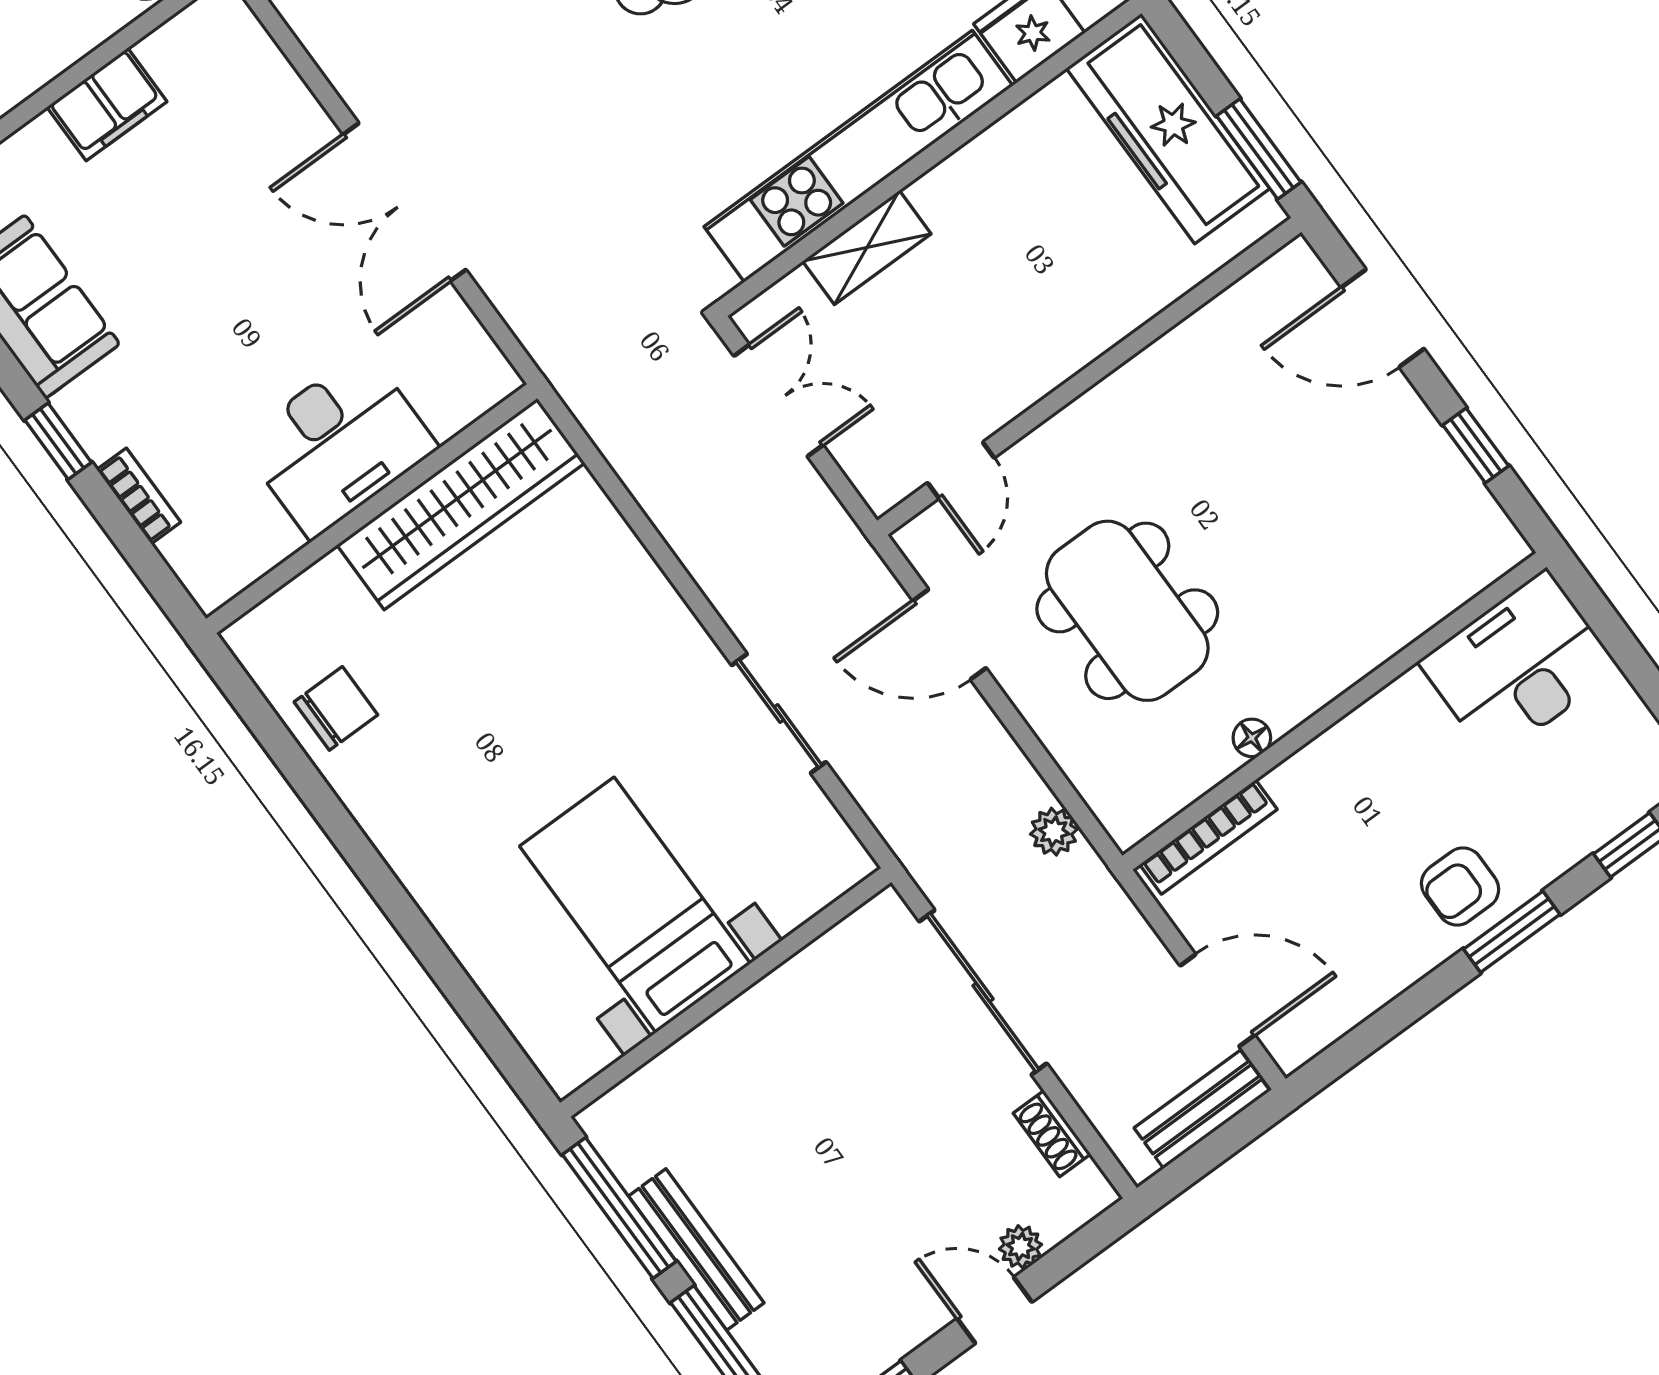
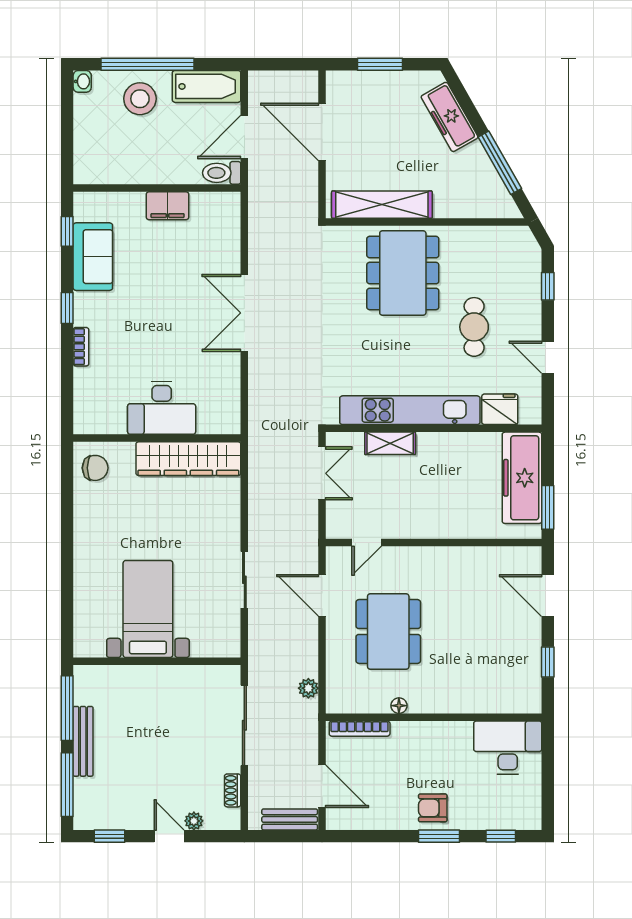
desk: (338, 444) -> (162, 408), moved
wardrobe: (461, 504) -> (188, 459), moved
wall: (372, 509) -> (157, 438), moved

